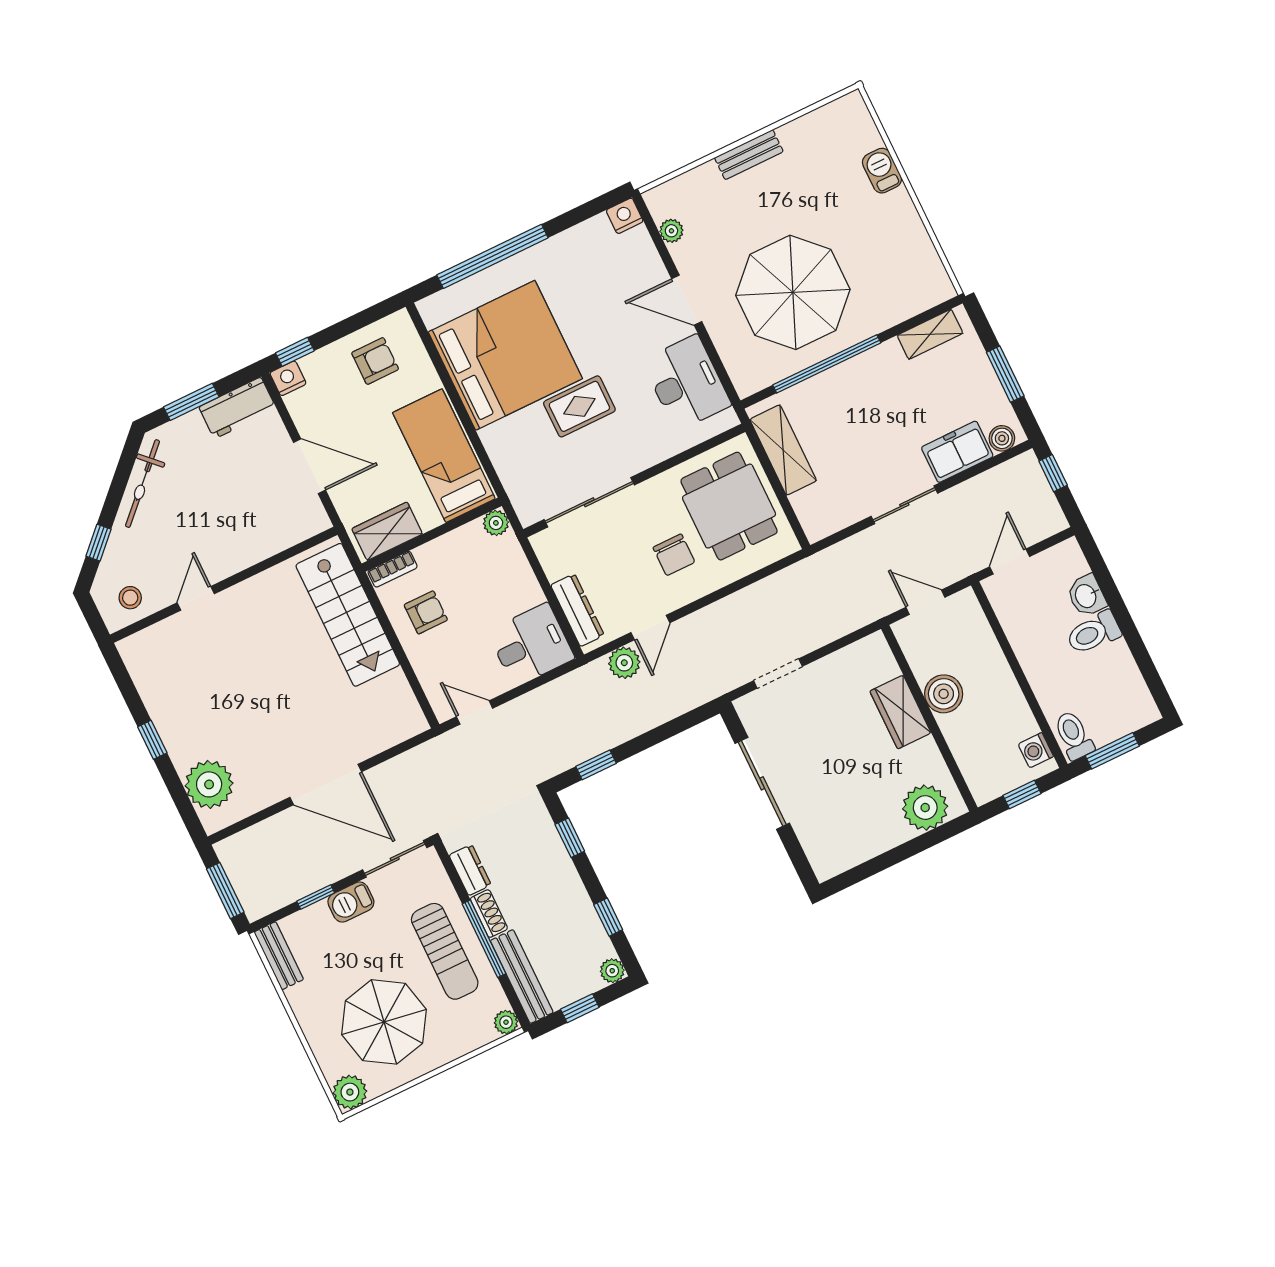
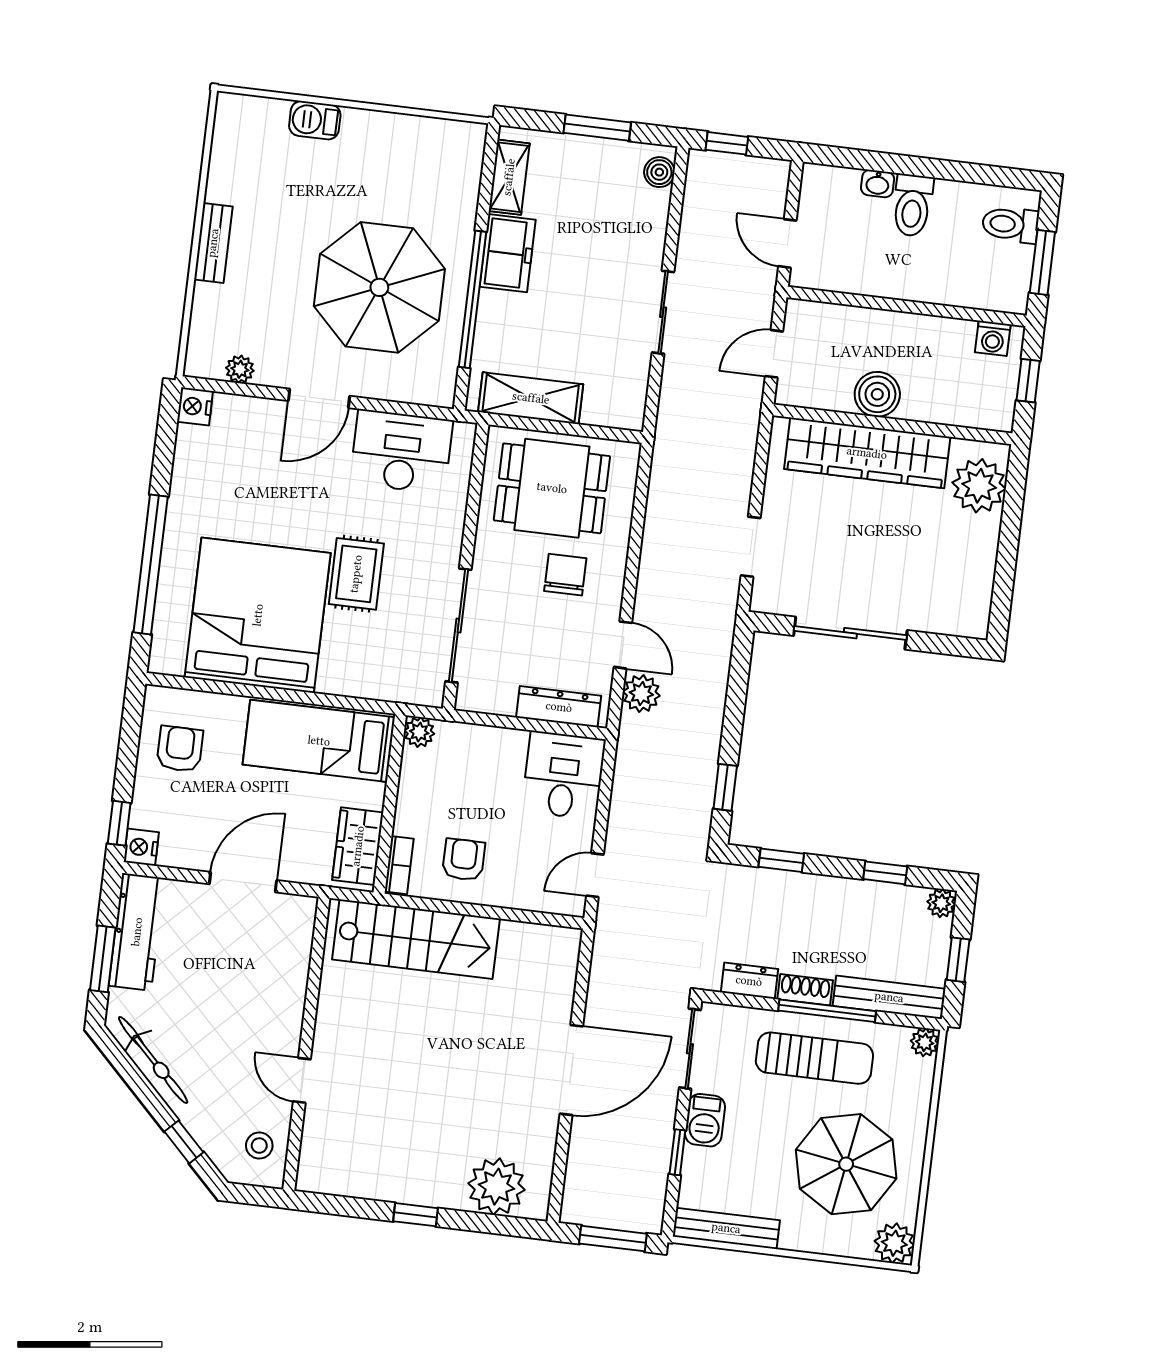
workbench: (238, 408) -> (137, 932), width x1.38
freezer: (957, 452) -> (508, 253), moved, turned 180
chair: (674, 555) -> (565, 575), turned -90
washbasin: (1086, 596) -> (878, 184), width x0.72, depth x0.69
wardrobe: (900, 712) -> (867, 453), width x2.10, depth x1.17
toilet: (1074, 735) -> (1010, 225), moved
bench: (279, 956) -> (726, 1228), width x1.36

